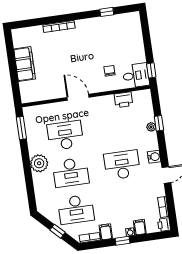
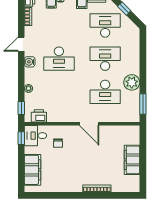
window: (107, 12) -> (53, 195), removed
filing cabinet: (134, 37) -> (33, 170), added
printer: (123, 100) -> (39, 116), moved
window: (159, 123) -> (21, 108), moved
plant: (39, 163) -> (132, 82), moved

